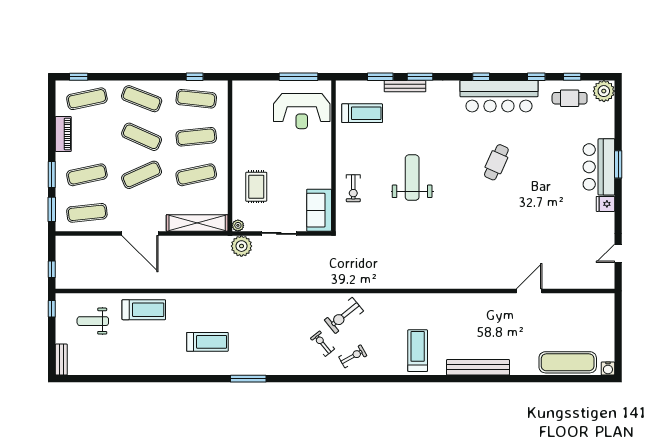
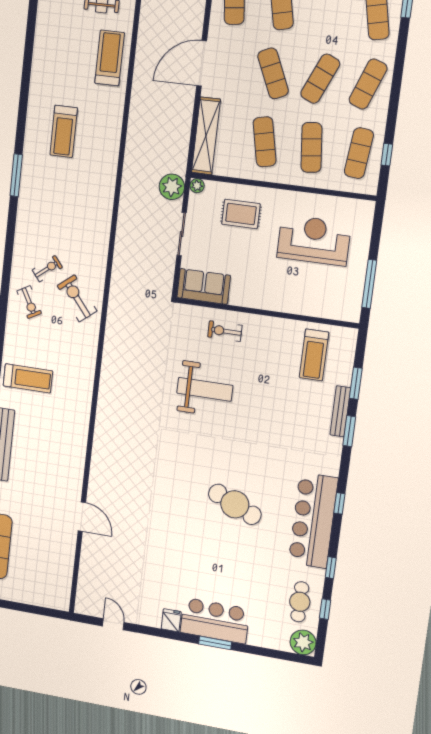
reception desk: (302, 111) -> (314, 240), moved, turned 90
cafe table: (496, 162) -> (235, 504), width x1.37, depth x1.35
weight bench: (412, 178) -> (205, 389), moved
treadmill: (144, 310) -> (110, 58), turned 180

